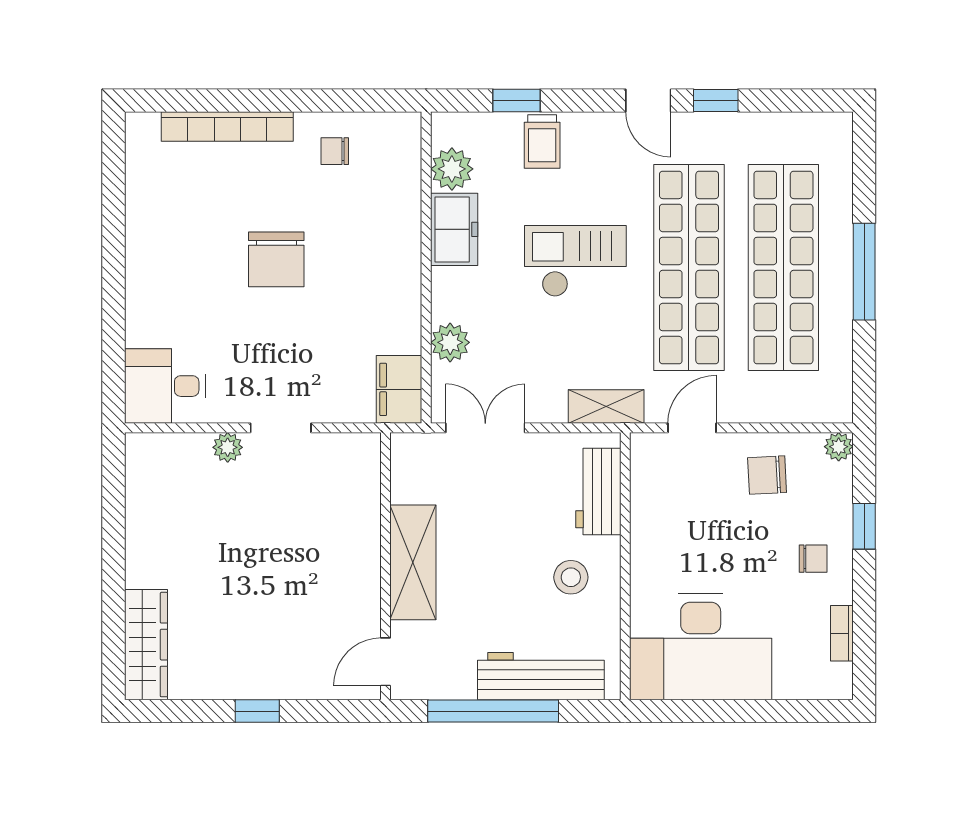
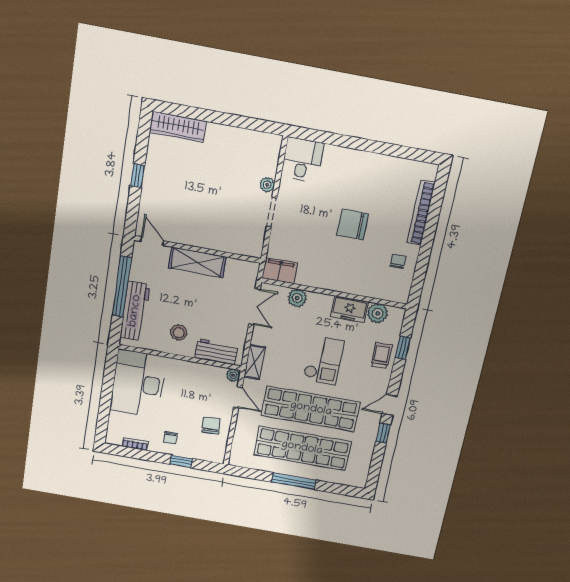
trolley: (542, 142) -> (381, 356), turned 90
plant: (839, 447) -> (233, 375), moved

